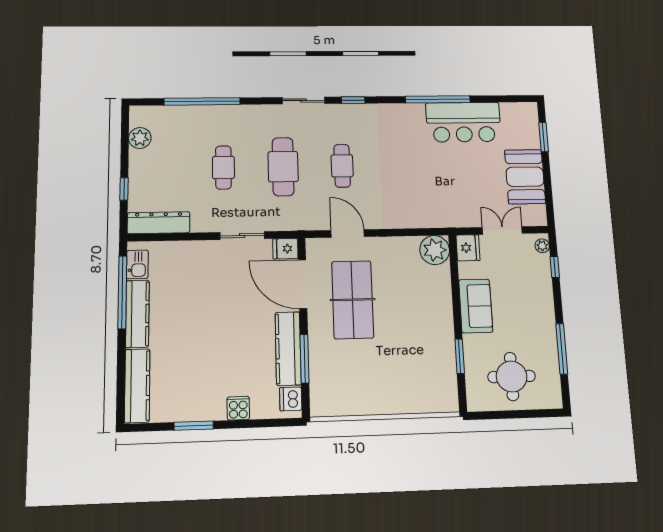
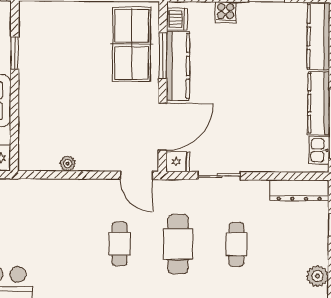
door: (348, 233) -> (136, 175), moved
plant: (435, 250) -> (68, 164), moved, width x0.53, depth x0.53
door: (303, 284) -> (162, 127), hinge flipped
table tennis table: (353, 300) -> (132, 44), moved

